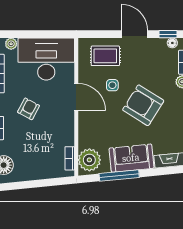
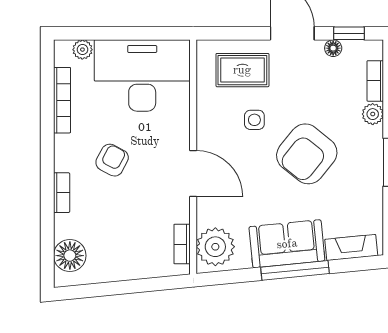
floor lamp: (172, 43) -> (333, 48), moved
door: (76, 97) -> (193, 173), moved
armchair: (143, 105) -> (307, 154), turned -83
window: (119, 176) -> (295, 270), moved

